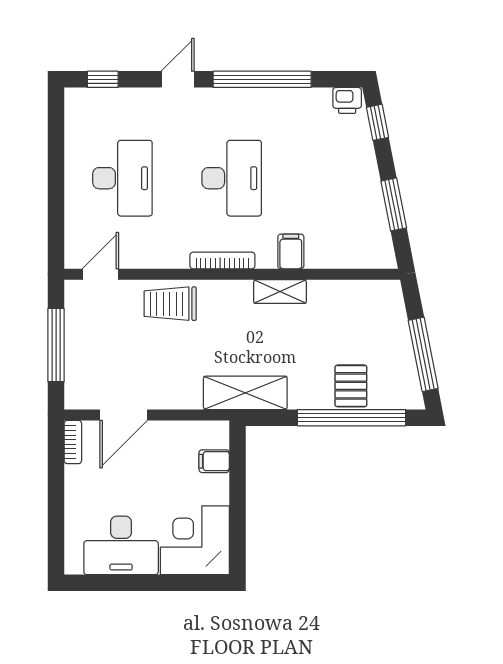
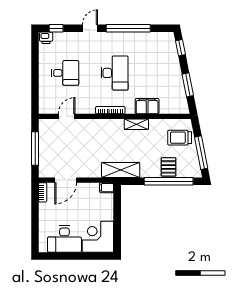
printer: (347, 100) -> (46, 38), moved
desk: (122, 178) -> (65, 73), width x0.73
filing cabinet: (291, 251) -> (147, 106), width x2.00
door: (100, 274) -> (67, 116), moved
trolley: (170, 304) -> (180, 138), moved
filing cabinet: (214, 461) -> (107, 188), moved

